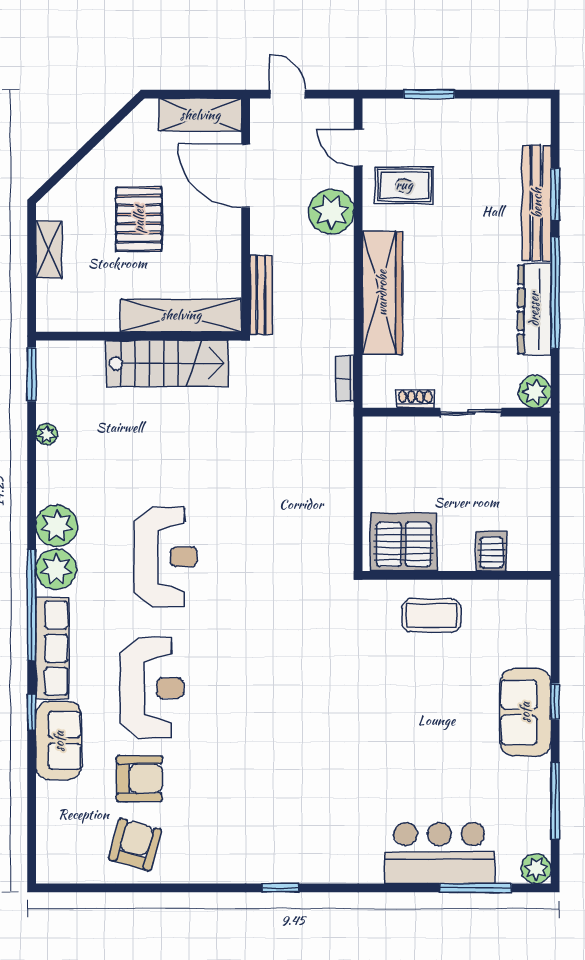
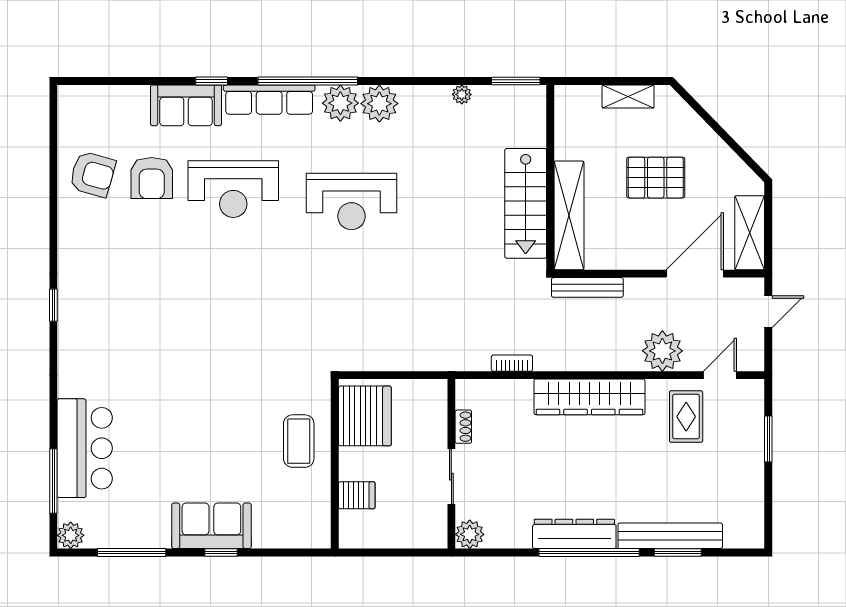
plant: (535, 392) -> (470, 534), moved
shoe rack: (415, 399) -> (463, 427), moved
wall: (457, 412) -> (451, 464), moved
sliding door: (471, 412) -> (451, 477), moved

